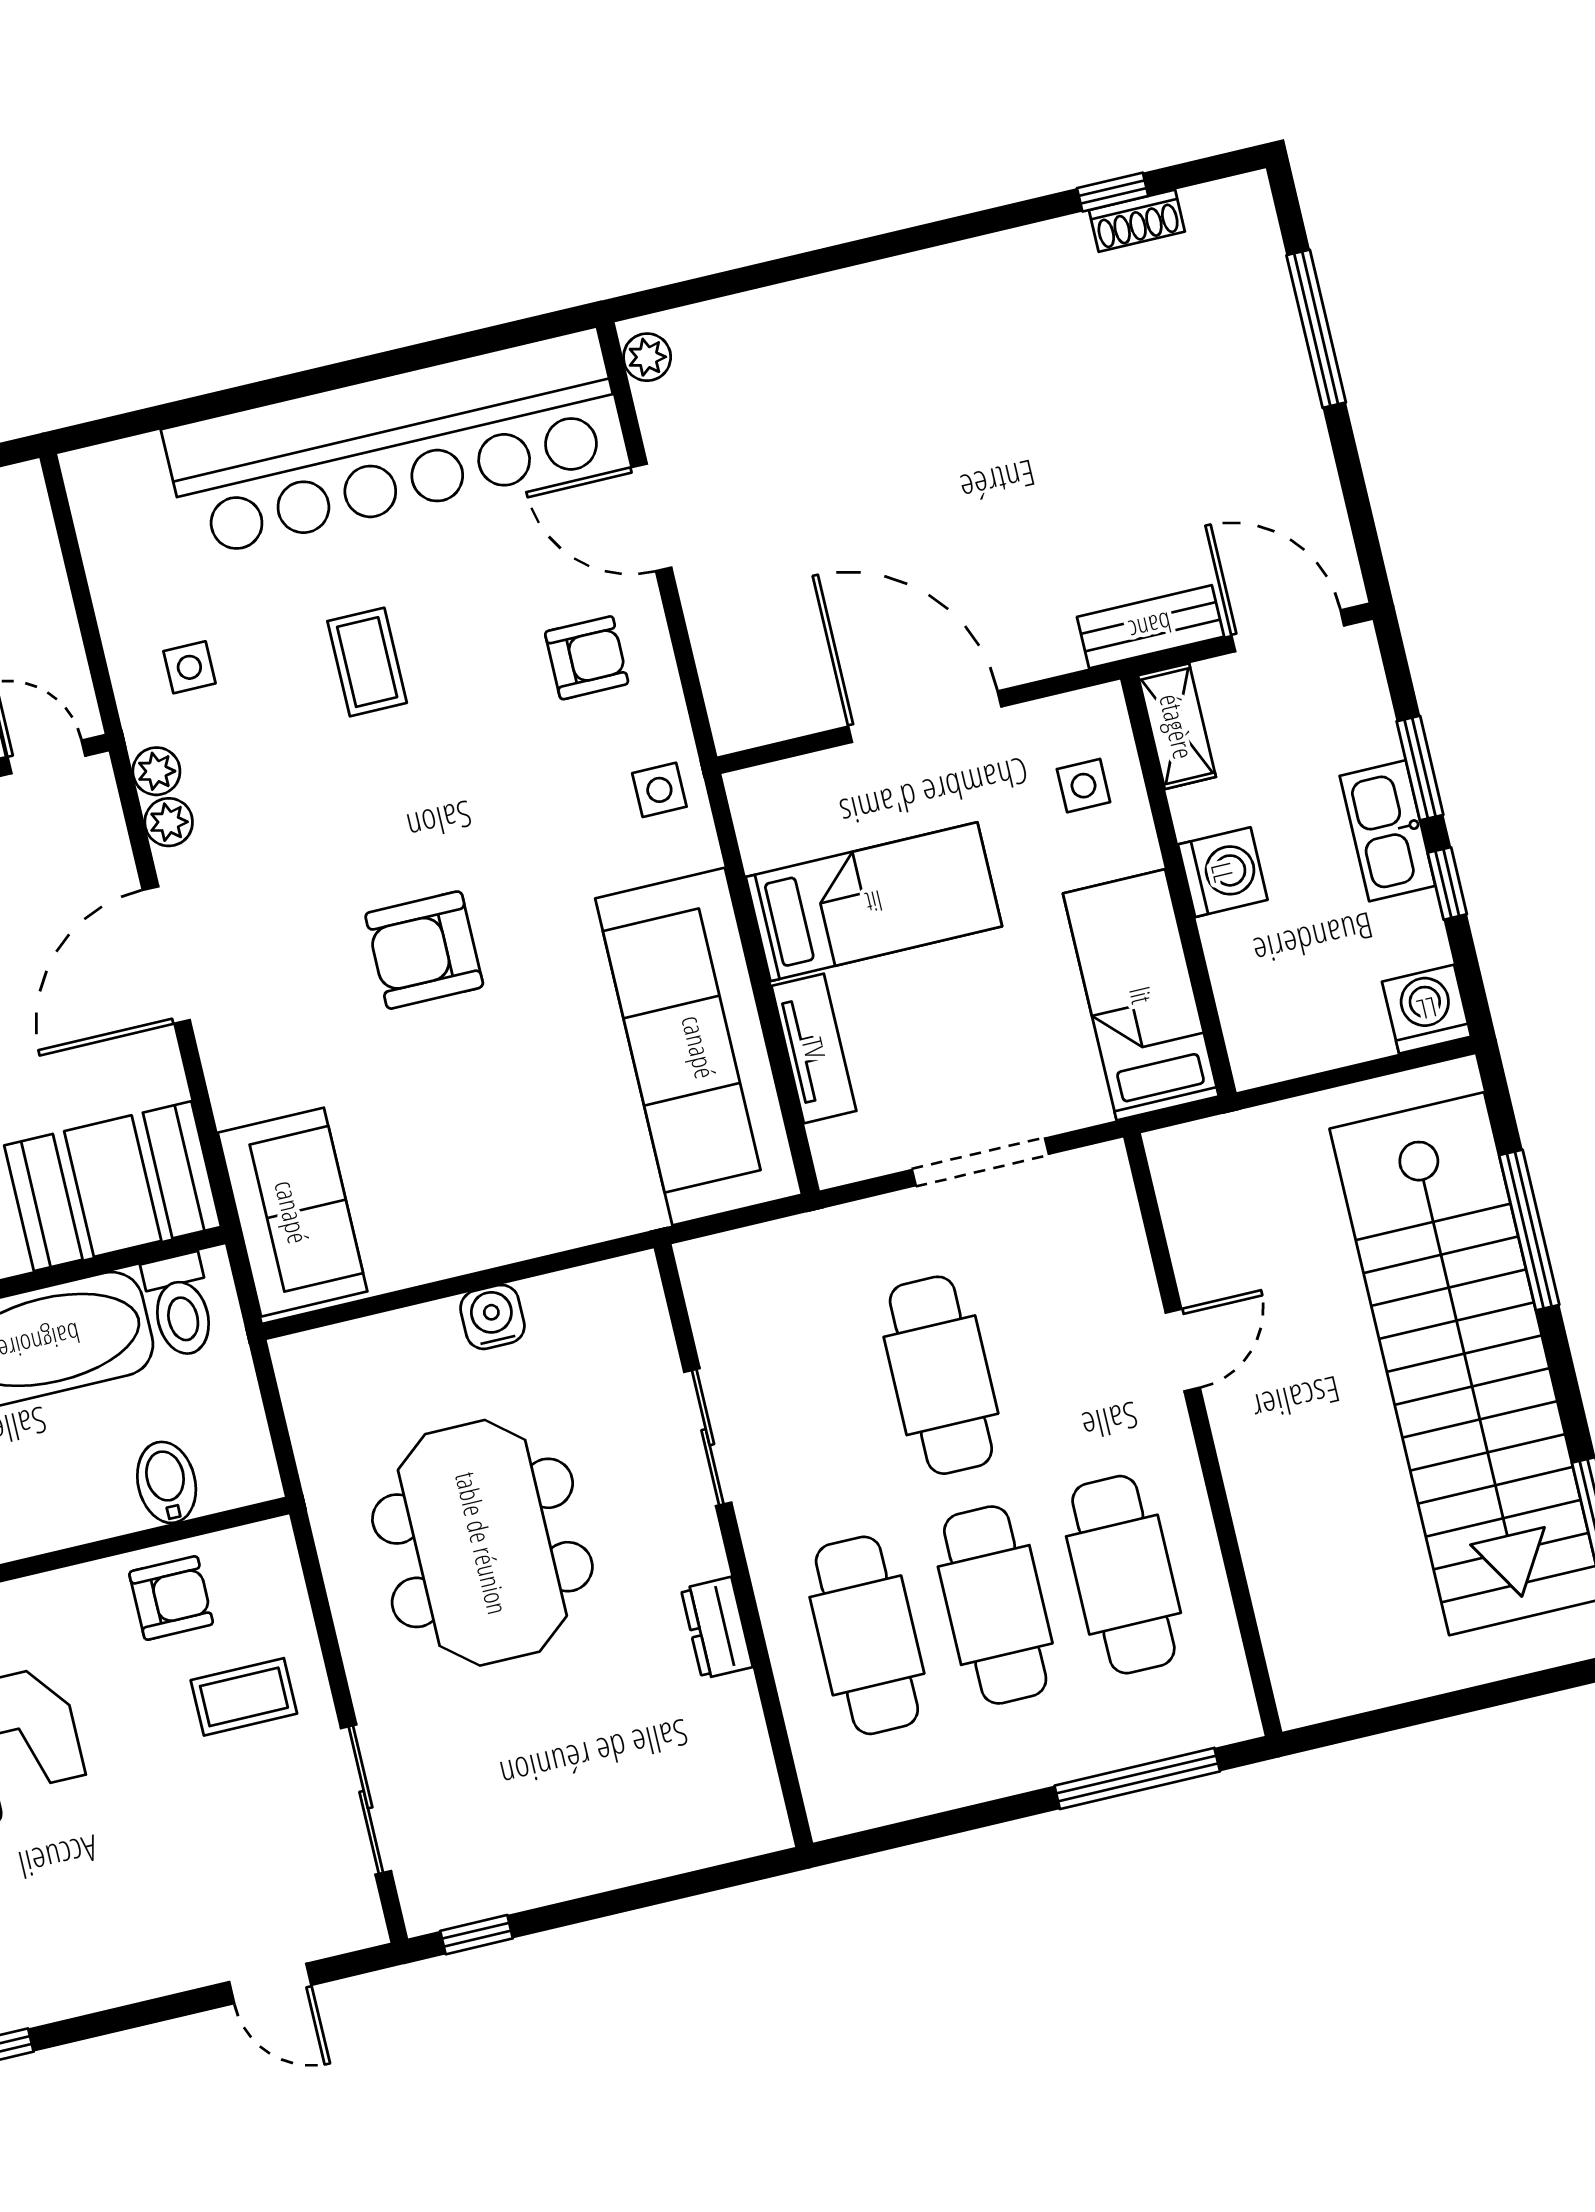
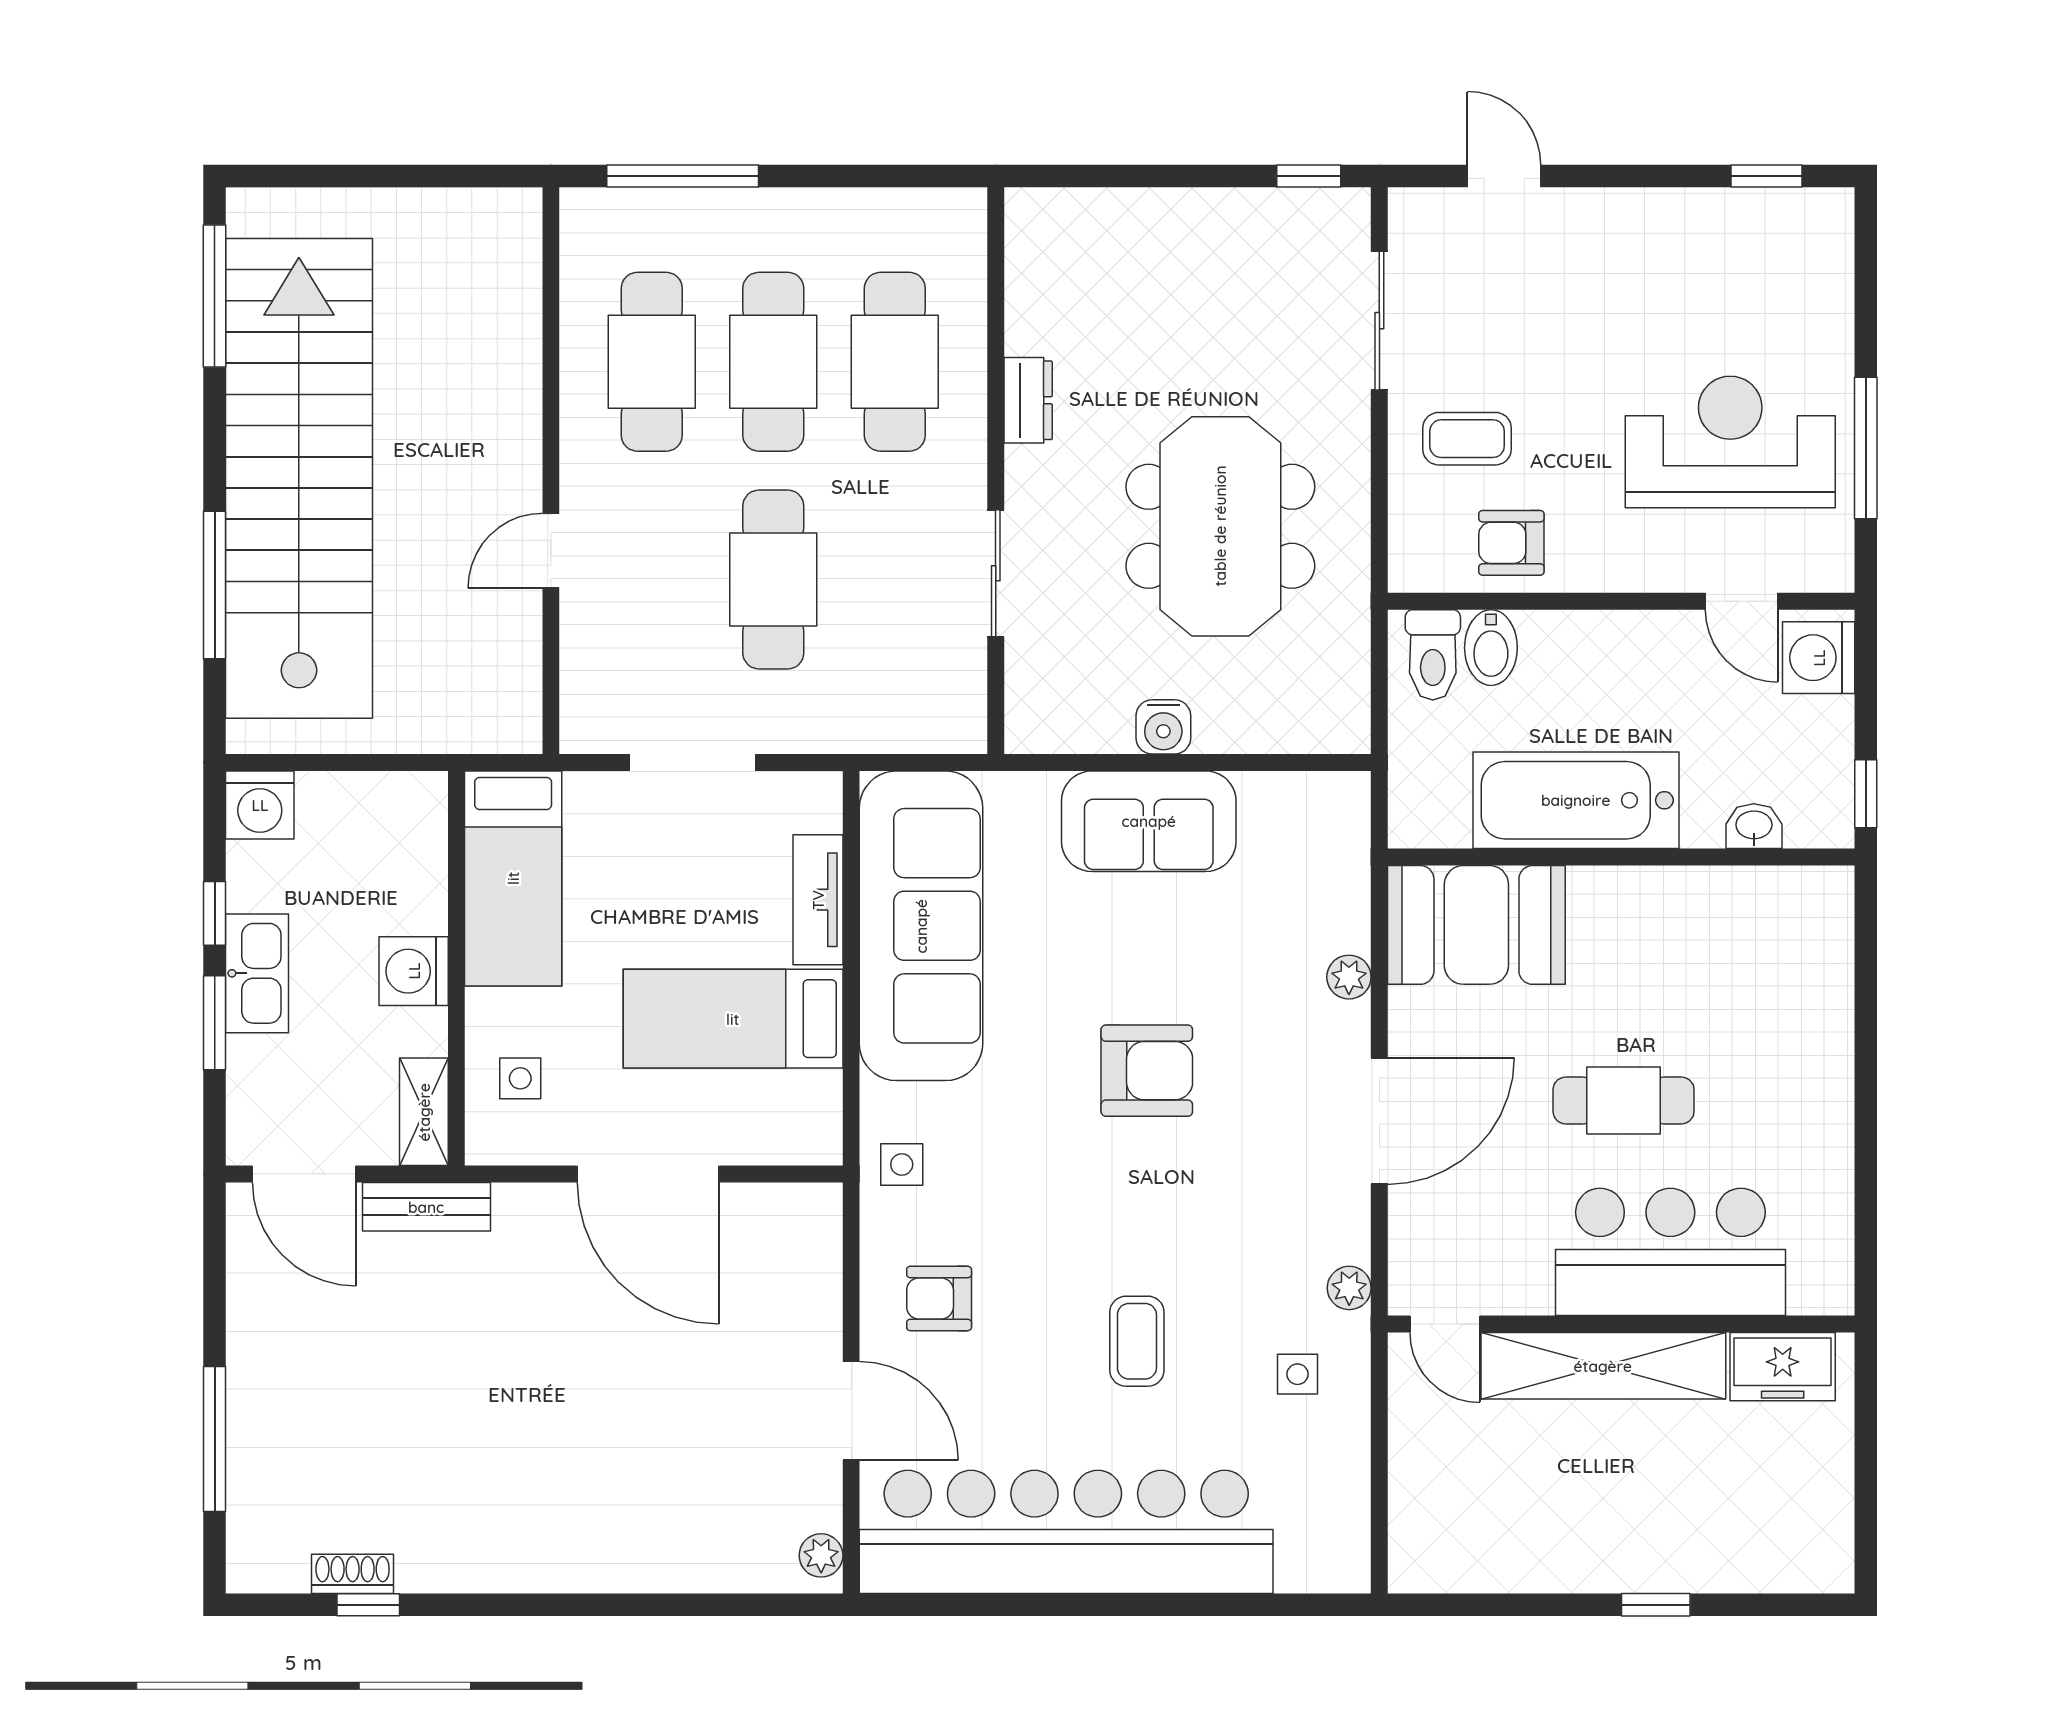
plant: (169, 822) -> (1349, 977), moved
sofa: (292, 1212) -> (1149, 821), moved, turned -90
toilet: (180, 1305) -> (1433, 655), moved, turned 180

